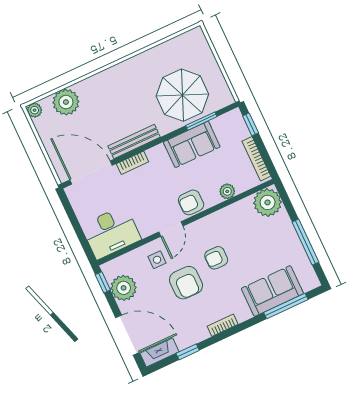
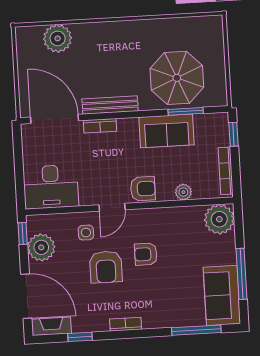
plant: (35, 110) -> (23, 34), removed
armchair: (191, 202) -> (143, 189), turned 180
sofa: (272, 291) -> (222, 295), moved, turned -90

